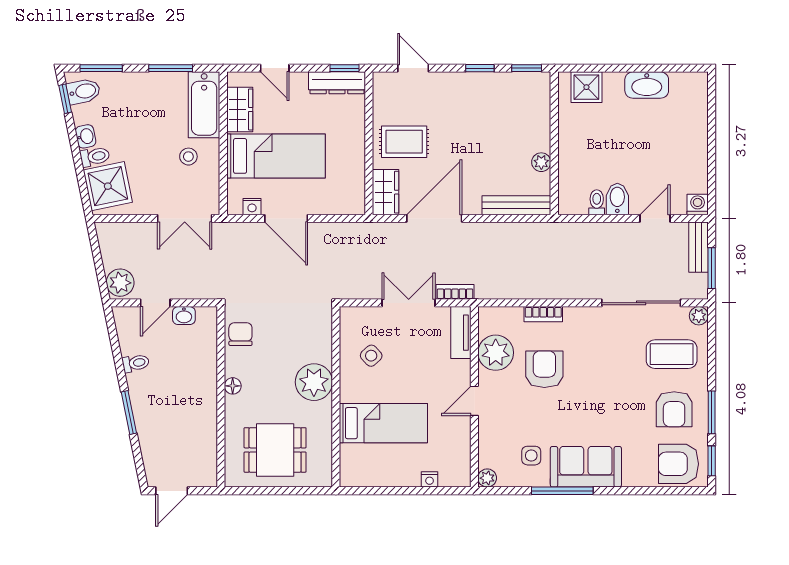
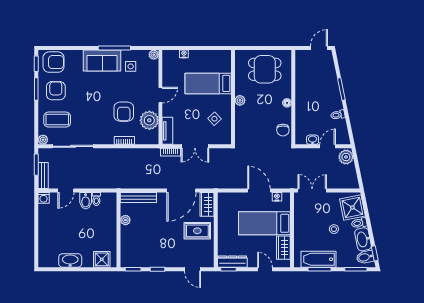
bathtub: (204, 105) -> (318, 259), moved, turned -90
washbasin: (86, 136) -> (363, 239), width x1.91, depth x1.45
stool: (188, 157) -> (334, 229), moved
plant: (314, 382) -> (240, 100), width x0.53, depth x0.53

